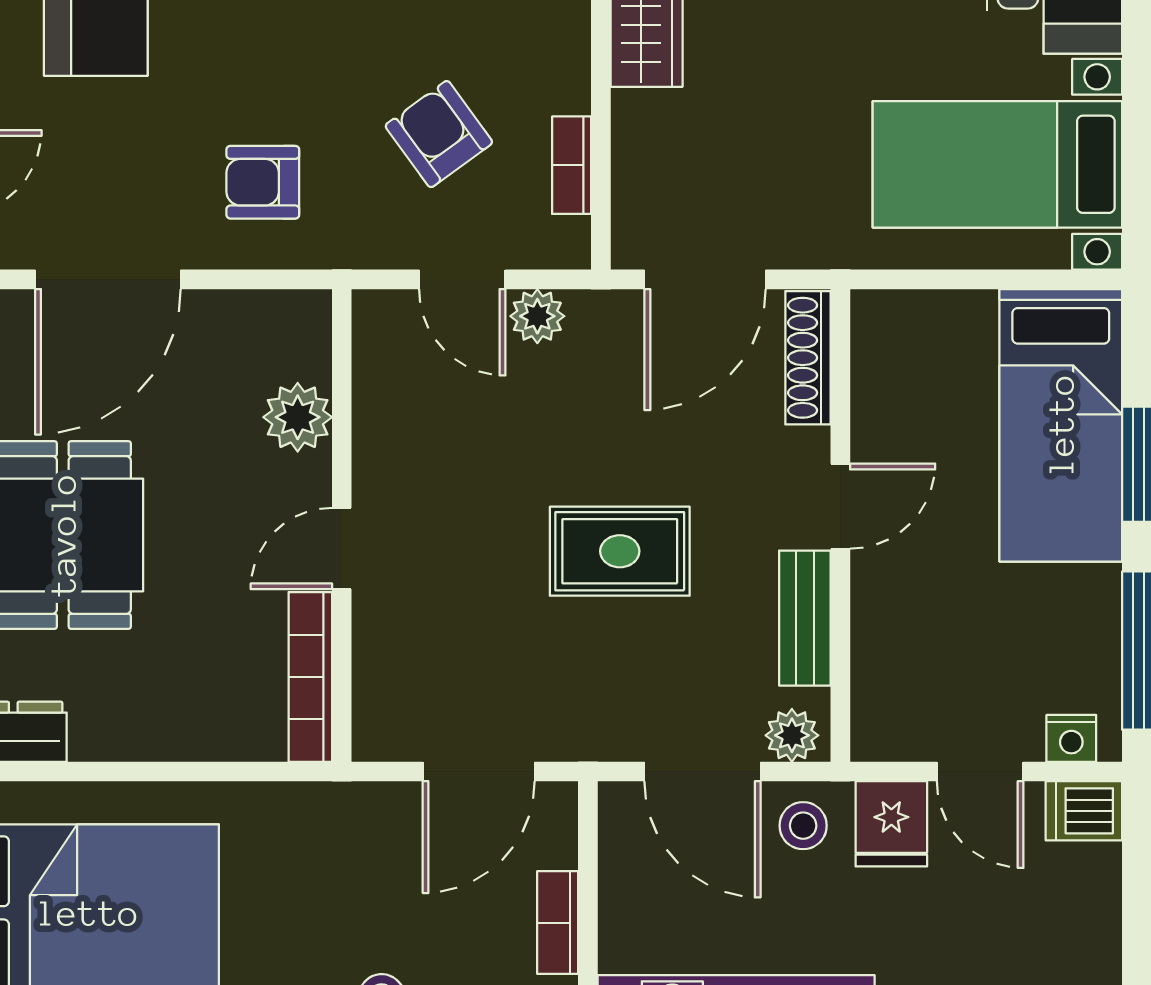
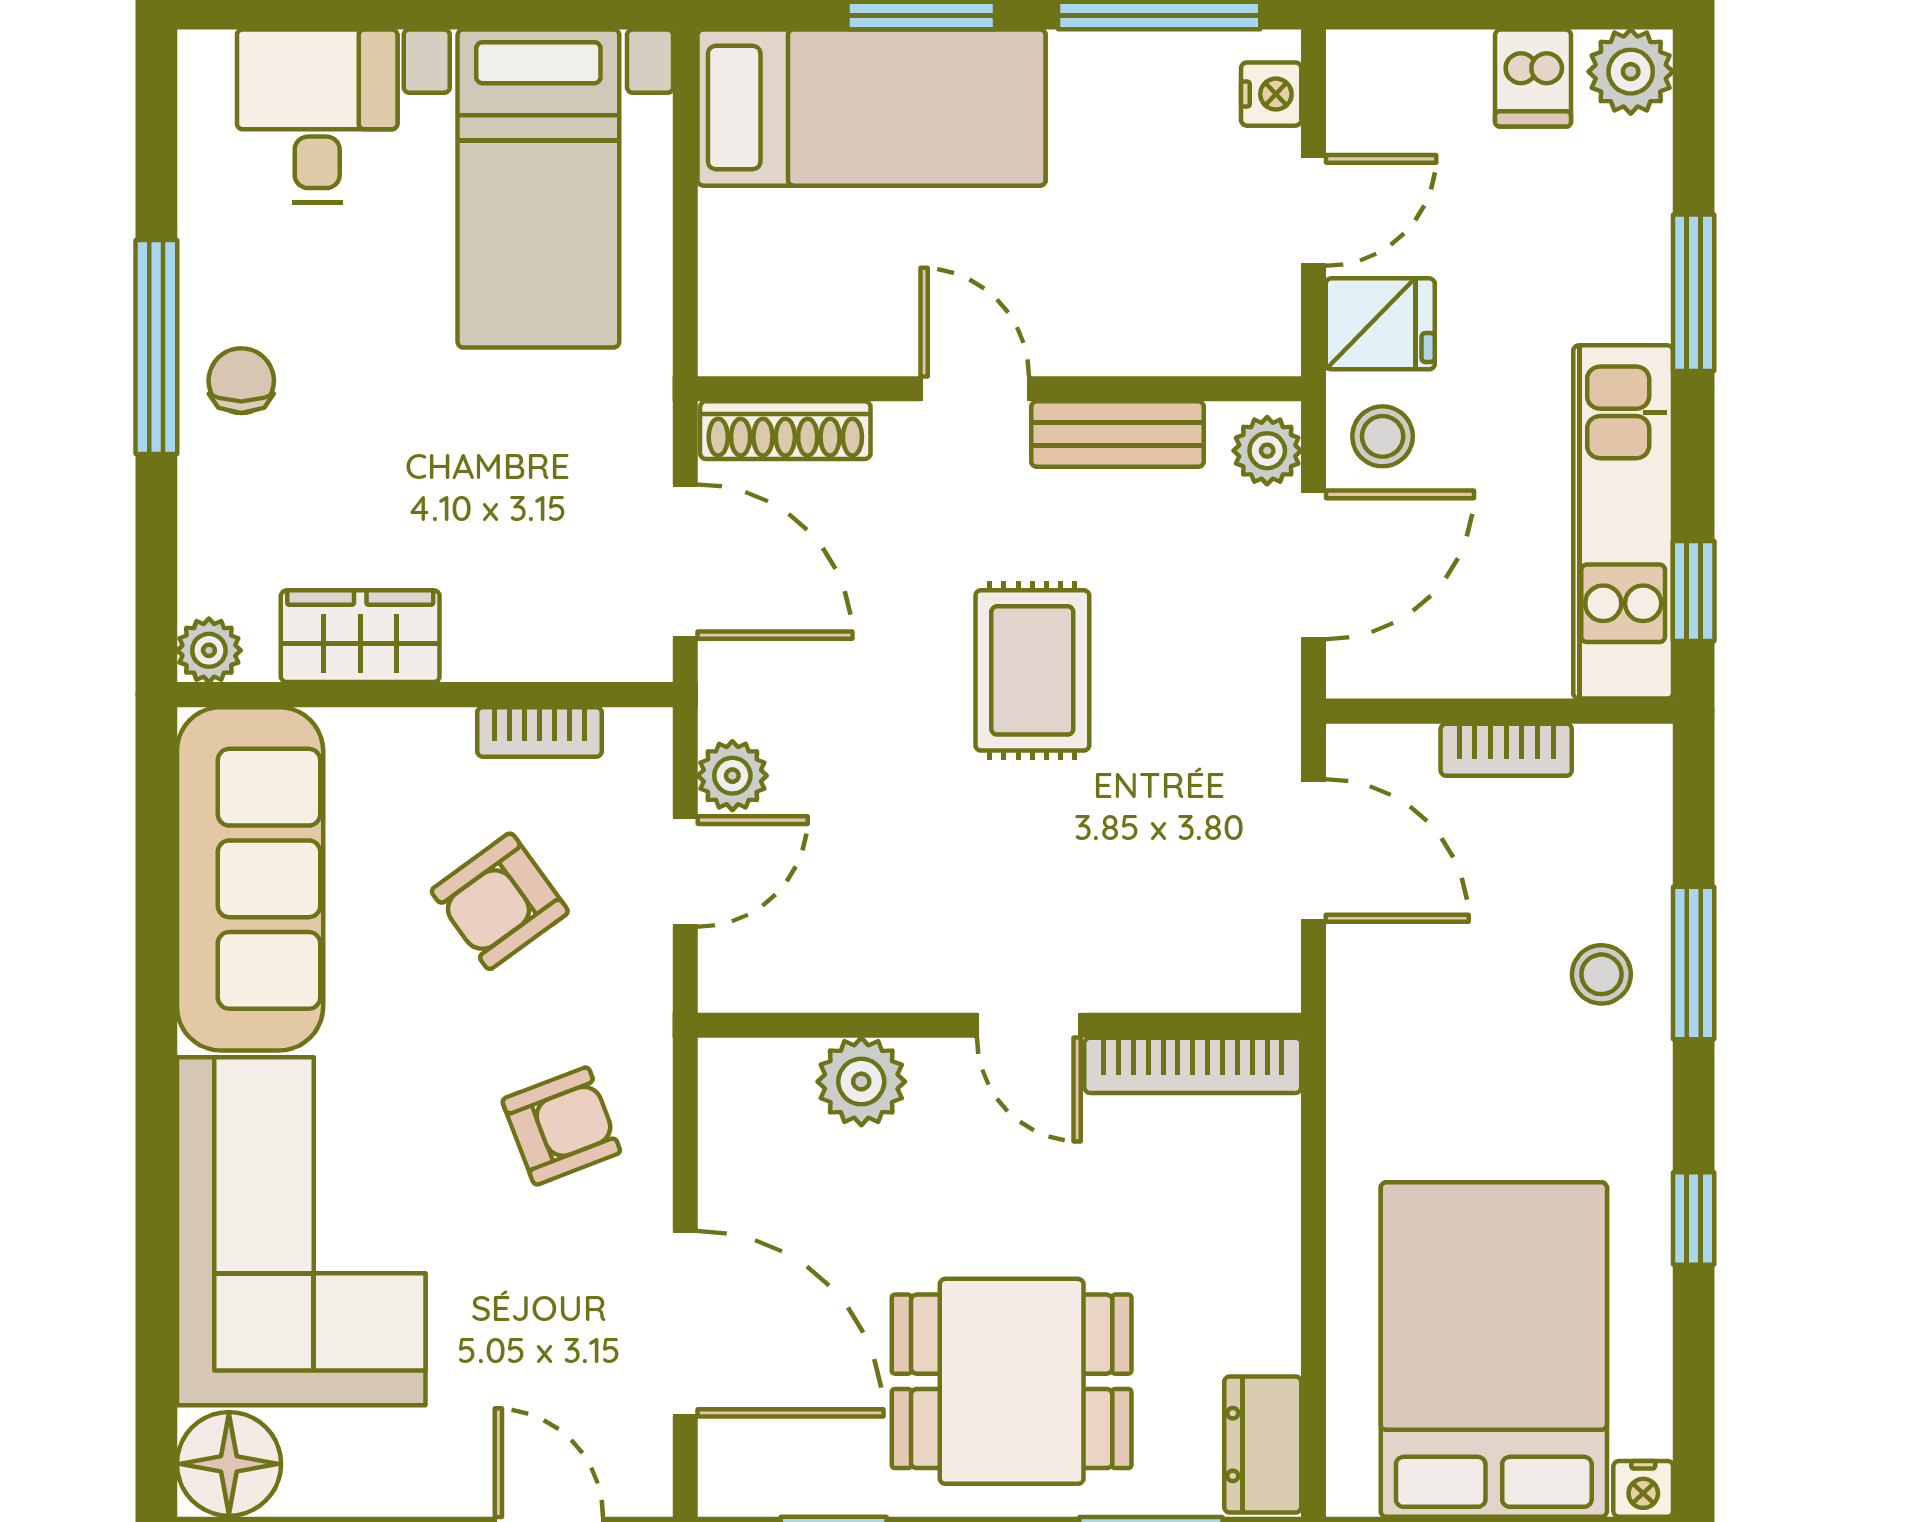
armchair: (263, 182) -> (561, 1126), turned -111
dishwasher: (1084, 811) -> (1533, 78), moved

